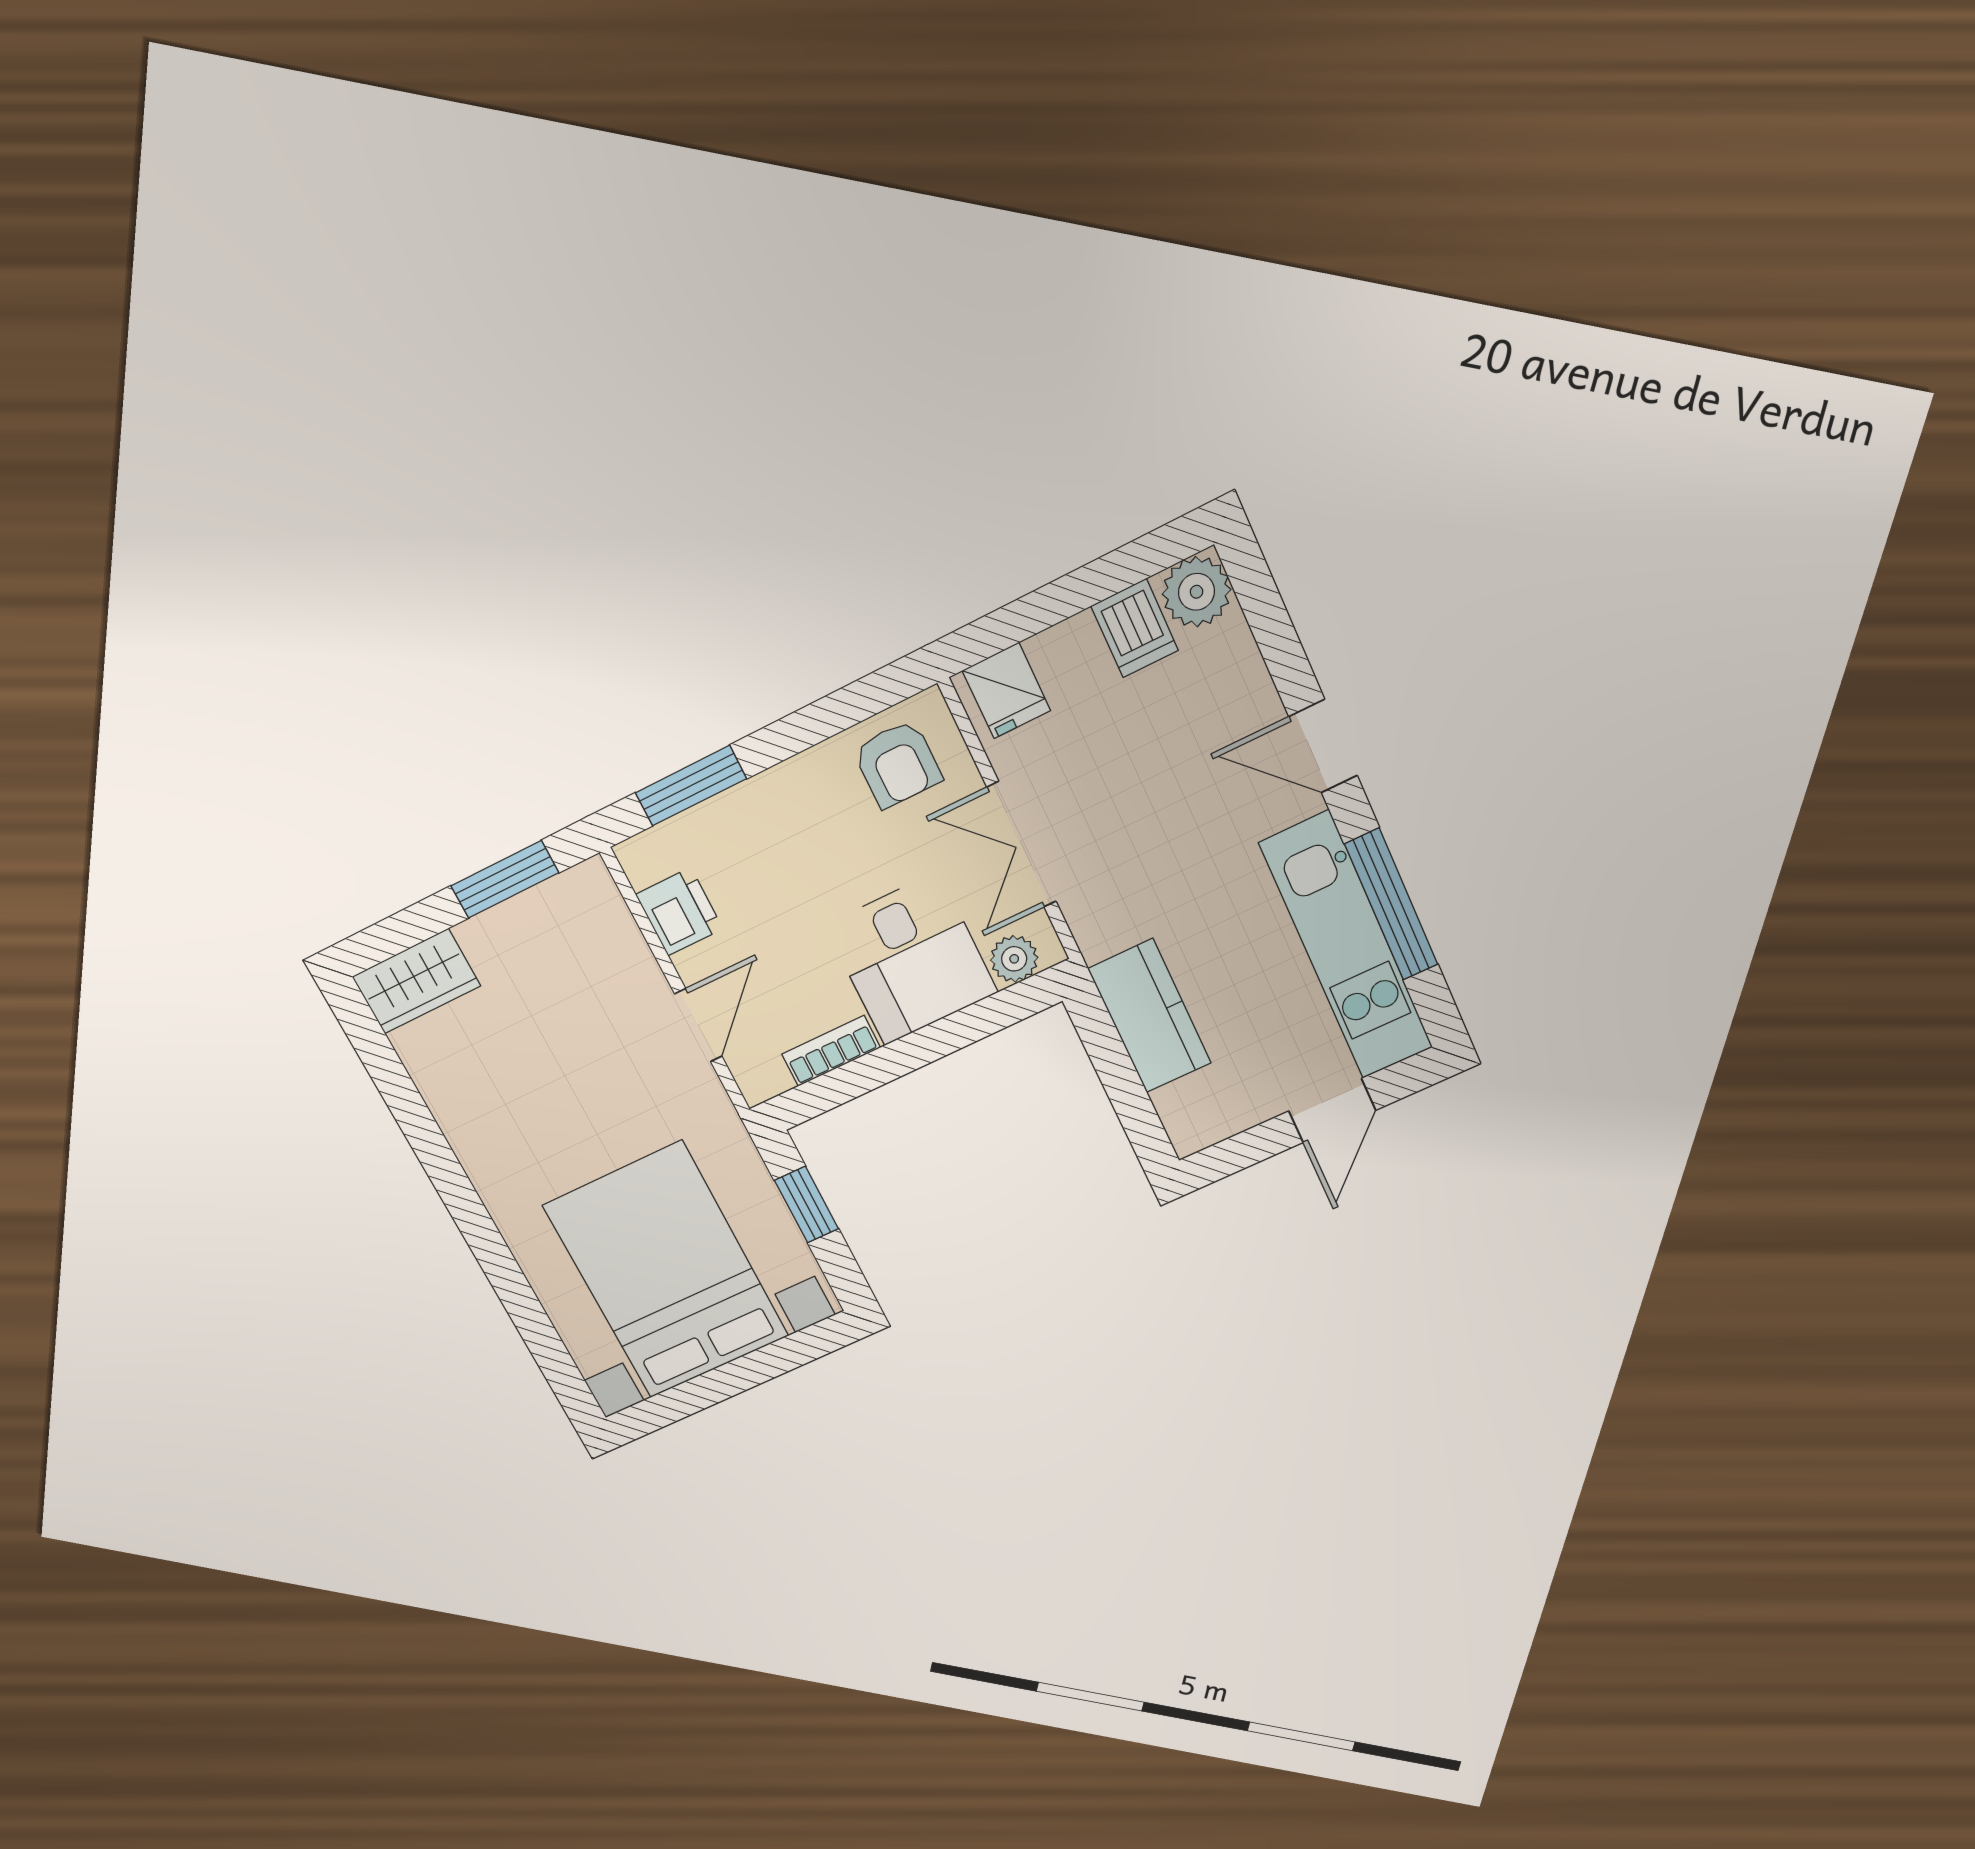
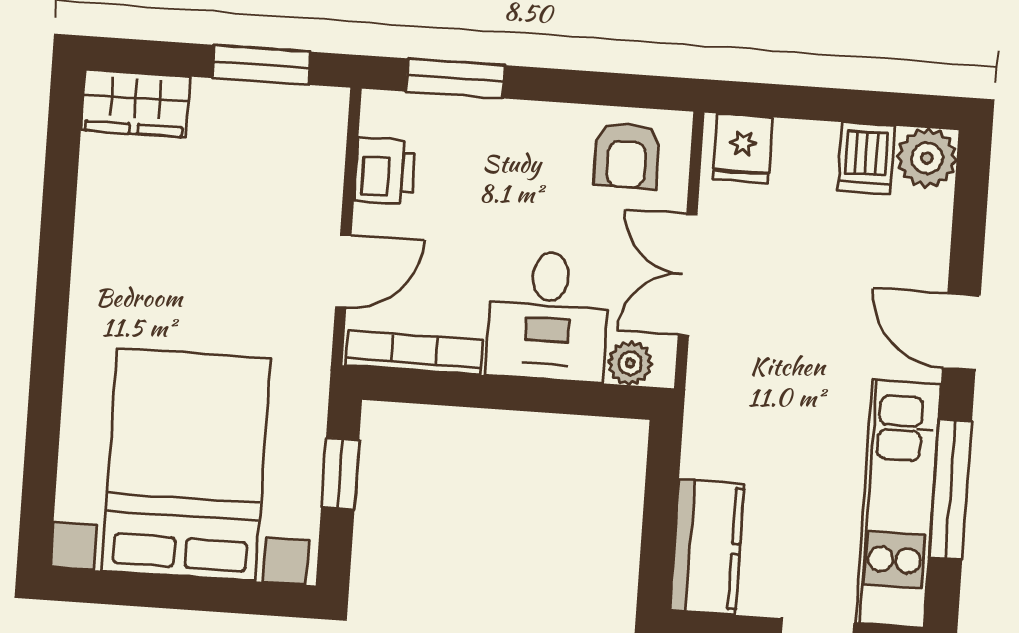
kitchen counter: (1150, 1016) -> (707, 547), moved
bookcase: (831, 1051) -> (414, 353), width x1.56

